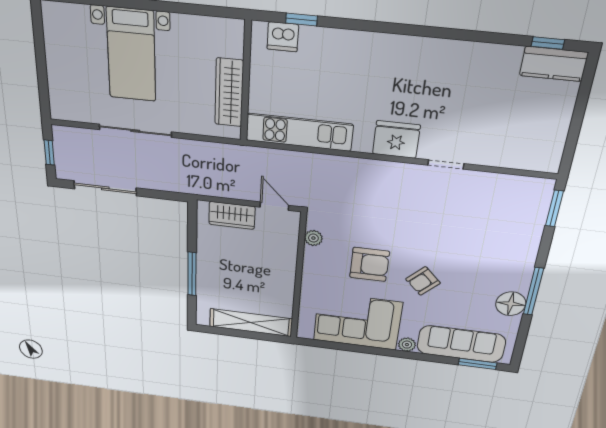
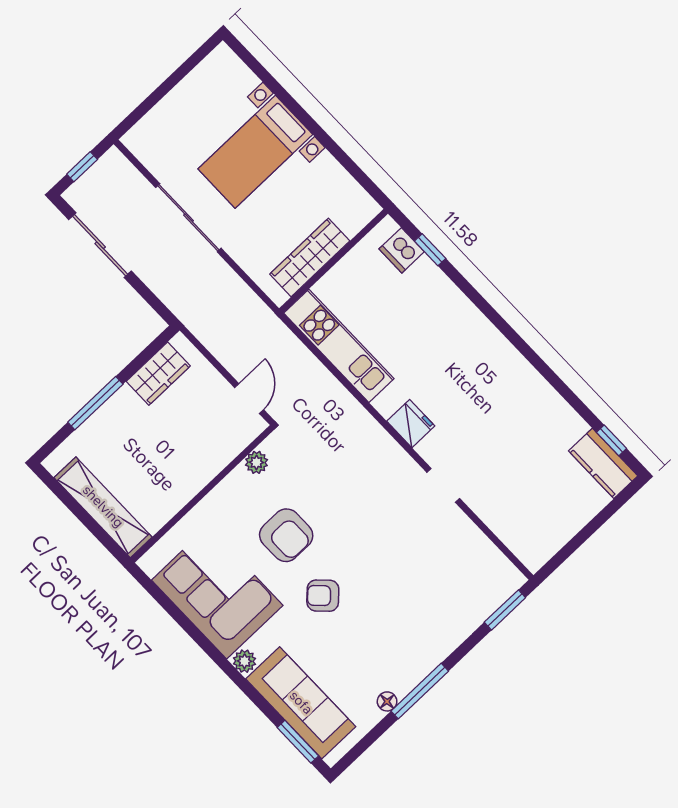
fridge: (396, 140) -> (411, 424), width x0.73, depth x0.75
wardrobe: (232, 215) -> (158, 374), moved, turned -90
floor lamp: (511, 304) -> (387, 701), width x0.53, depth x0.53

